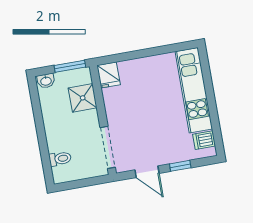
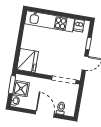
fridge: (109, 75) -> (28, 61), width x1.88, depth x1.34
shower: (83, 98) -> (21, 89), moved
door: (42, 136) -> (45, 114), added

